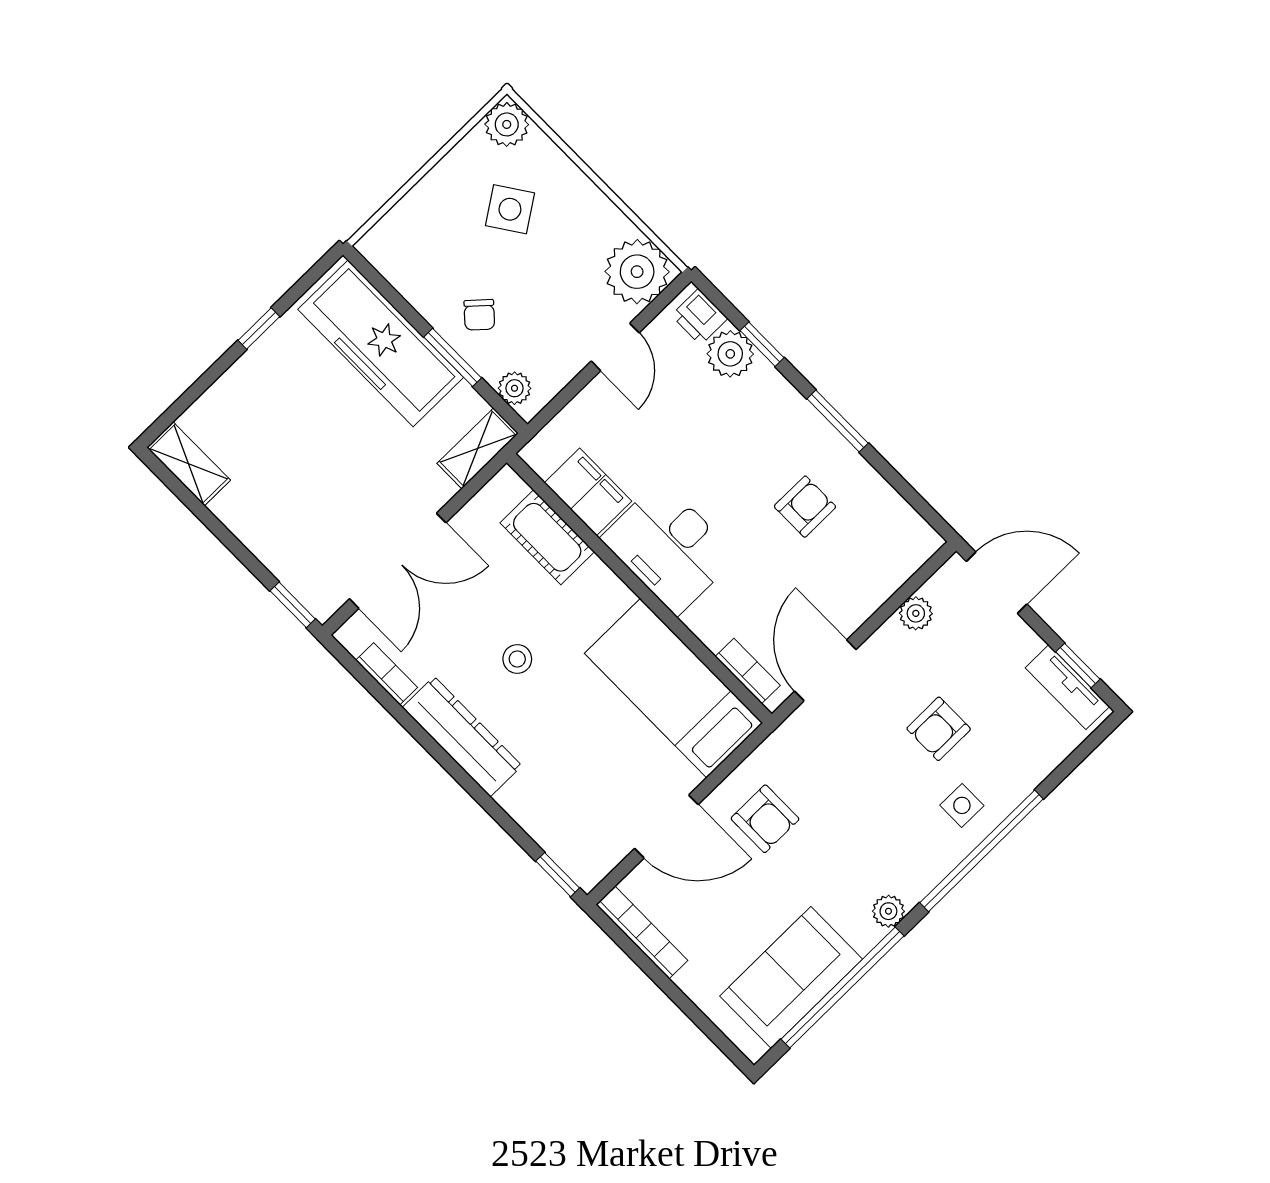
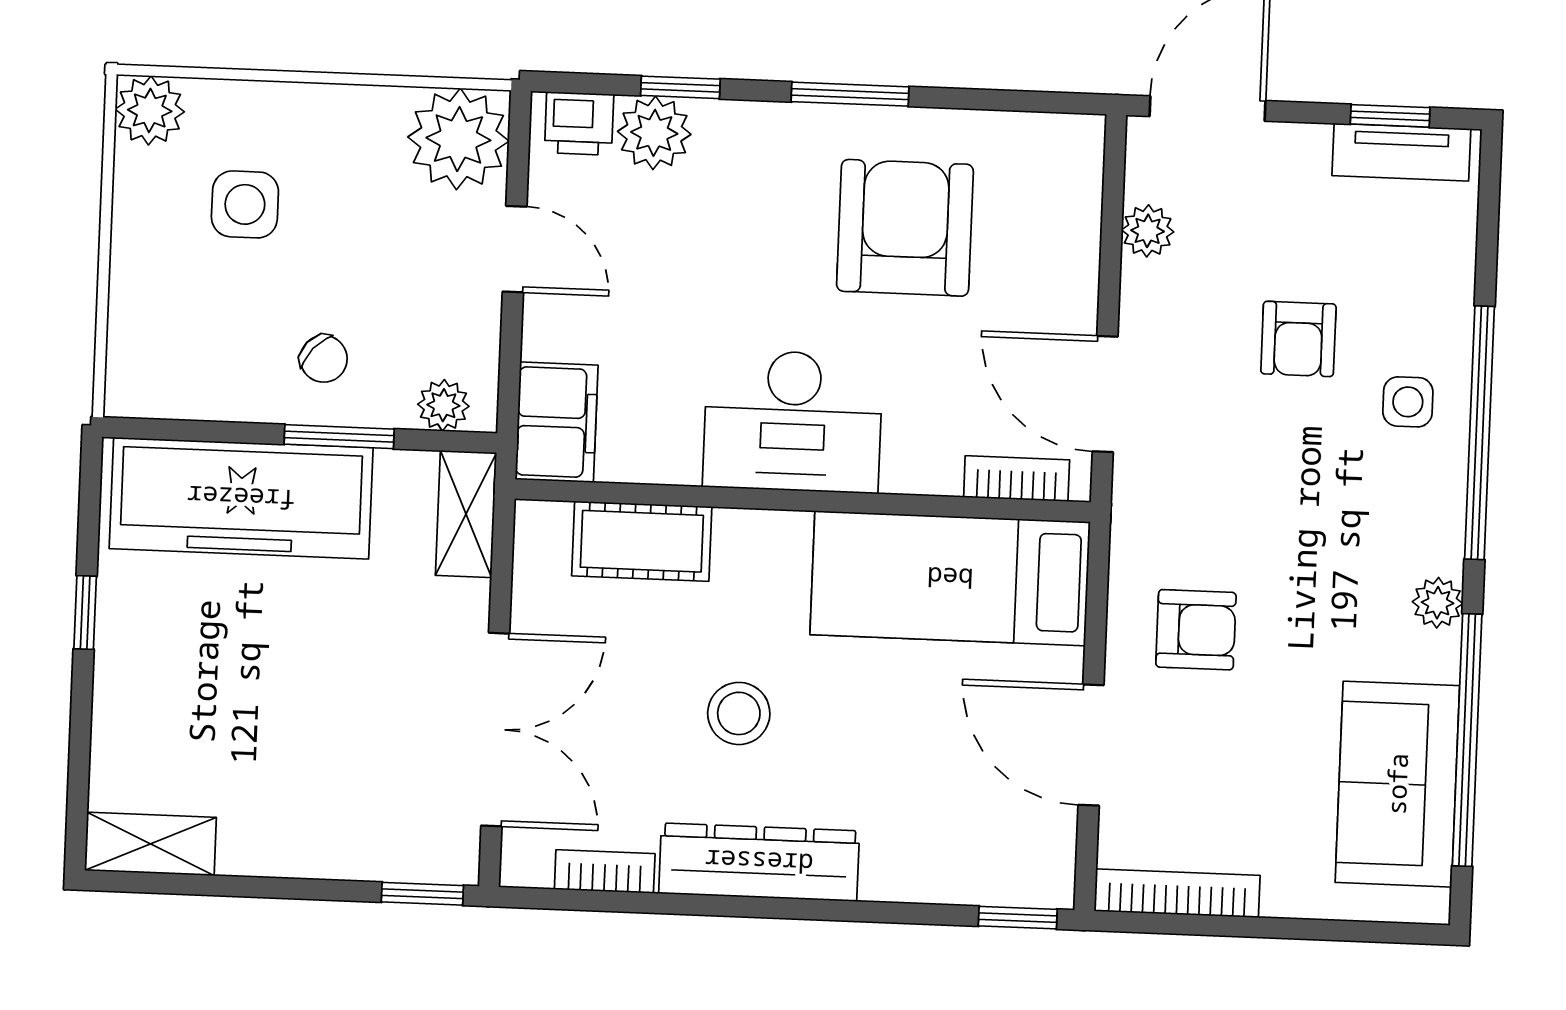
side table: (510, 209) -> (245, 204), turned 34
filing cabinet: (588, 492) -> (557, 422), moved, turned 90
armchair: (805, 507) -> (905, 228), width x1.88, depth x1.88
stool: (517, 659) -> (739, 713), width x1.37, depth x1.37
door: (666, 827) -> (1091, 745), swing flipped

